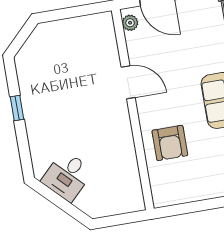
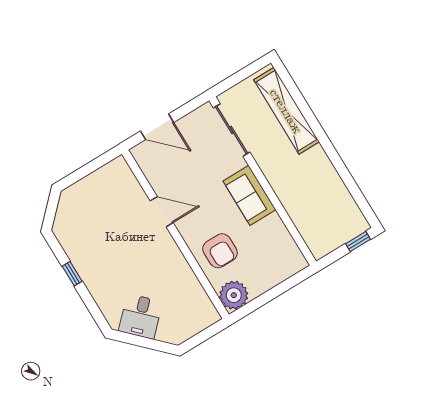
plant: (130, 23) -> (234, 295), moved, width x1.88, depth x1.88

